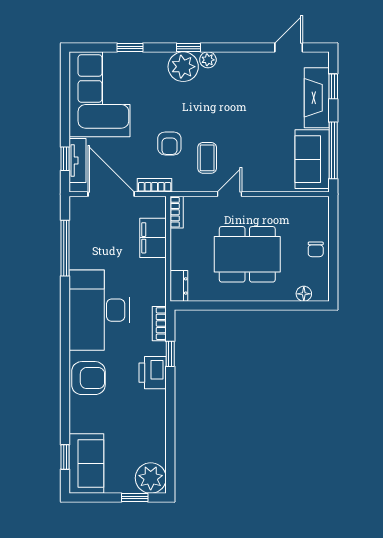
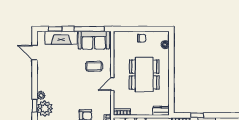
coffee table: (207, 158) -> (94, 66), moved
door: (229, 194) -> (112, 84), hinge flipped

